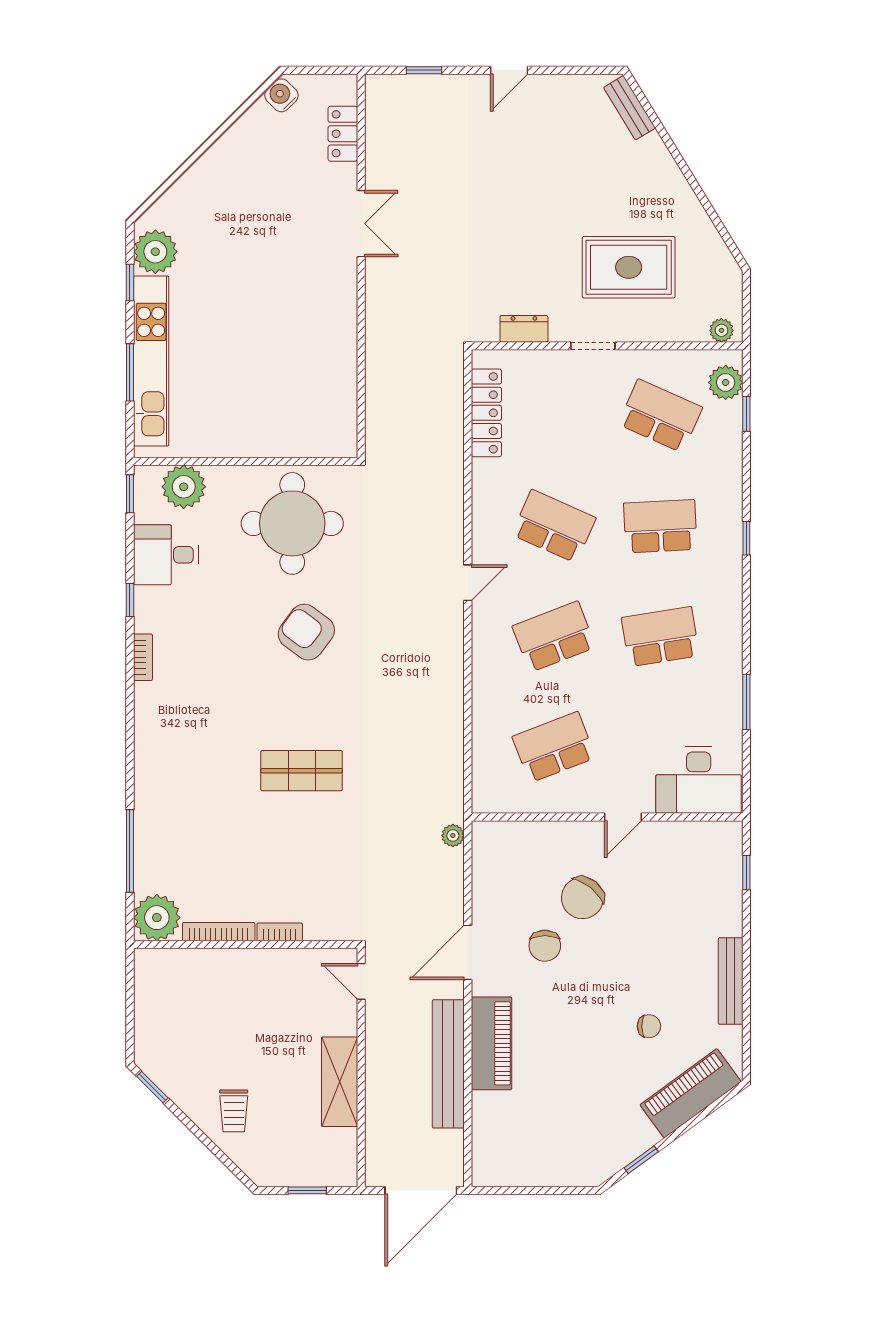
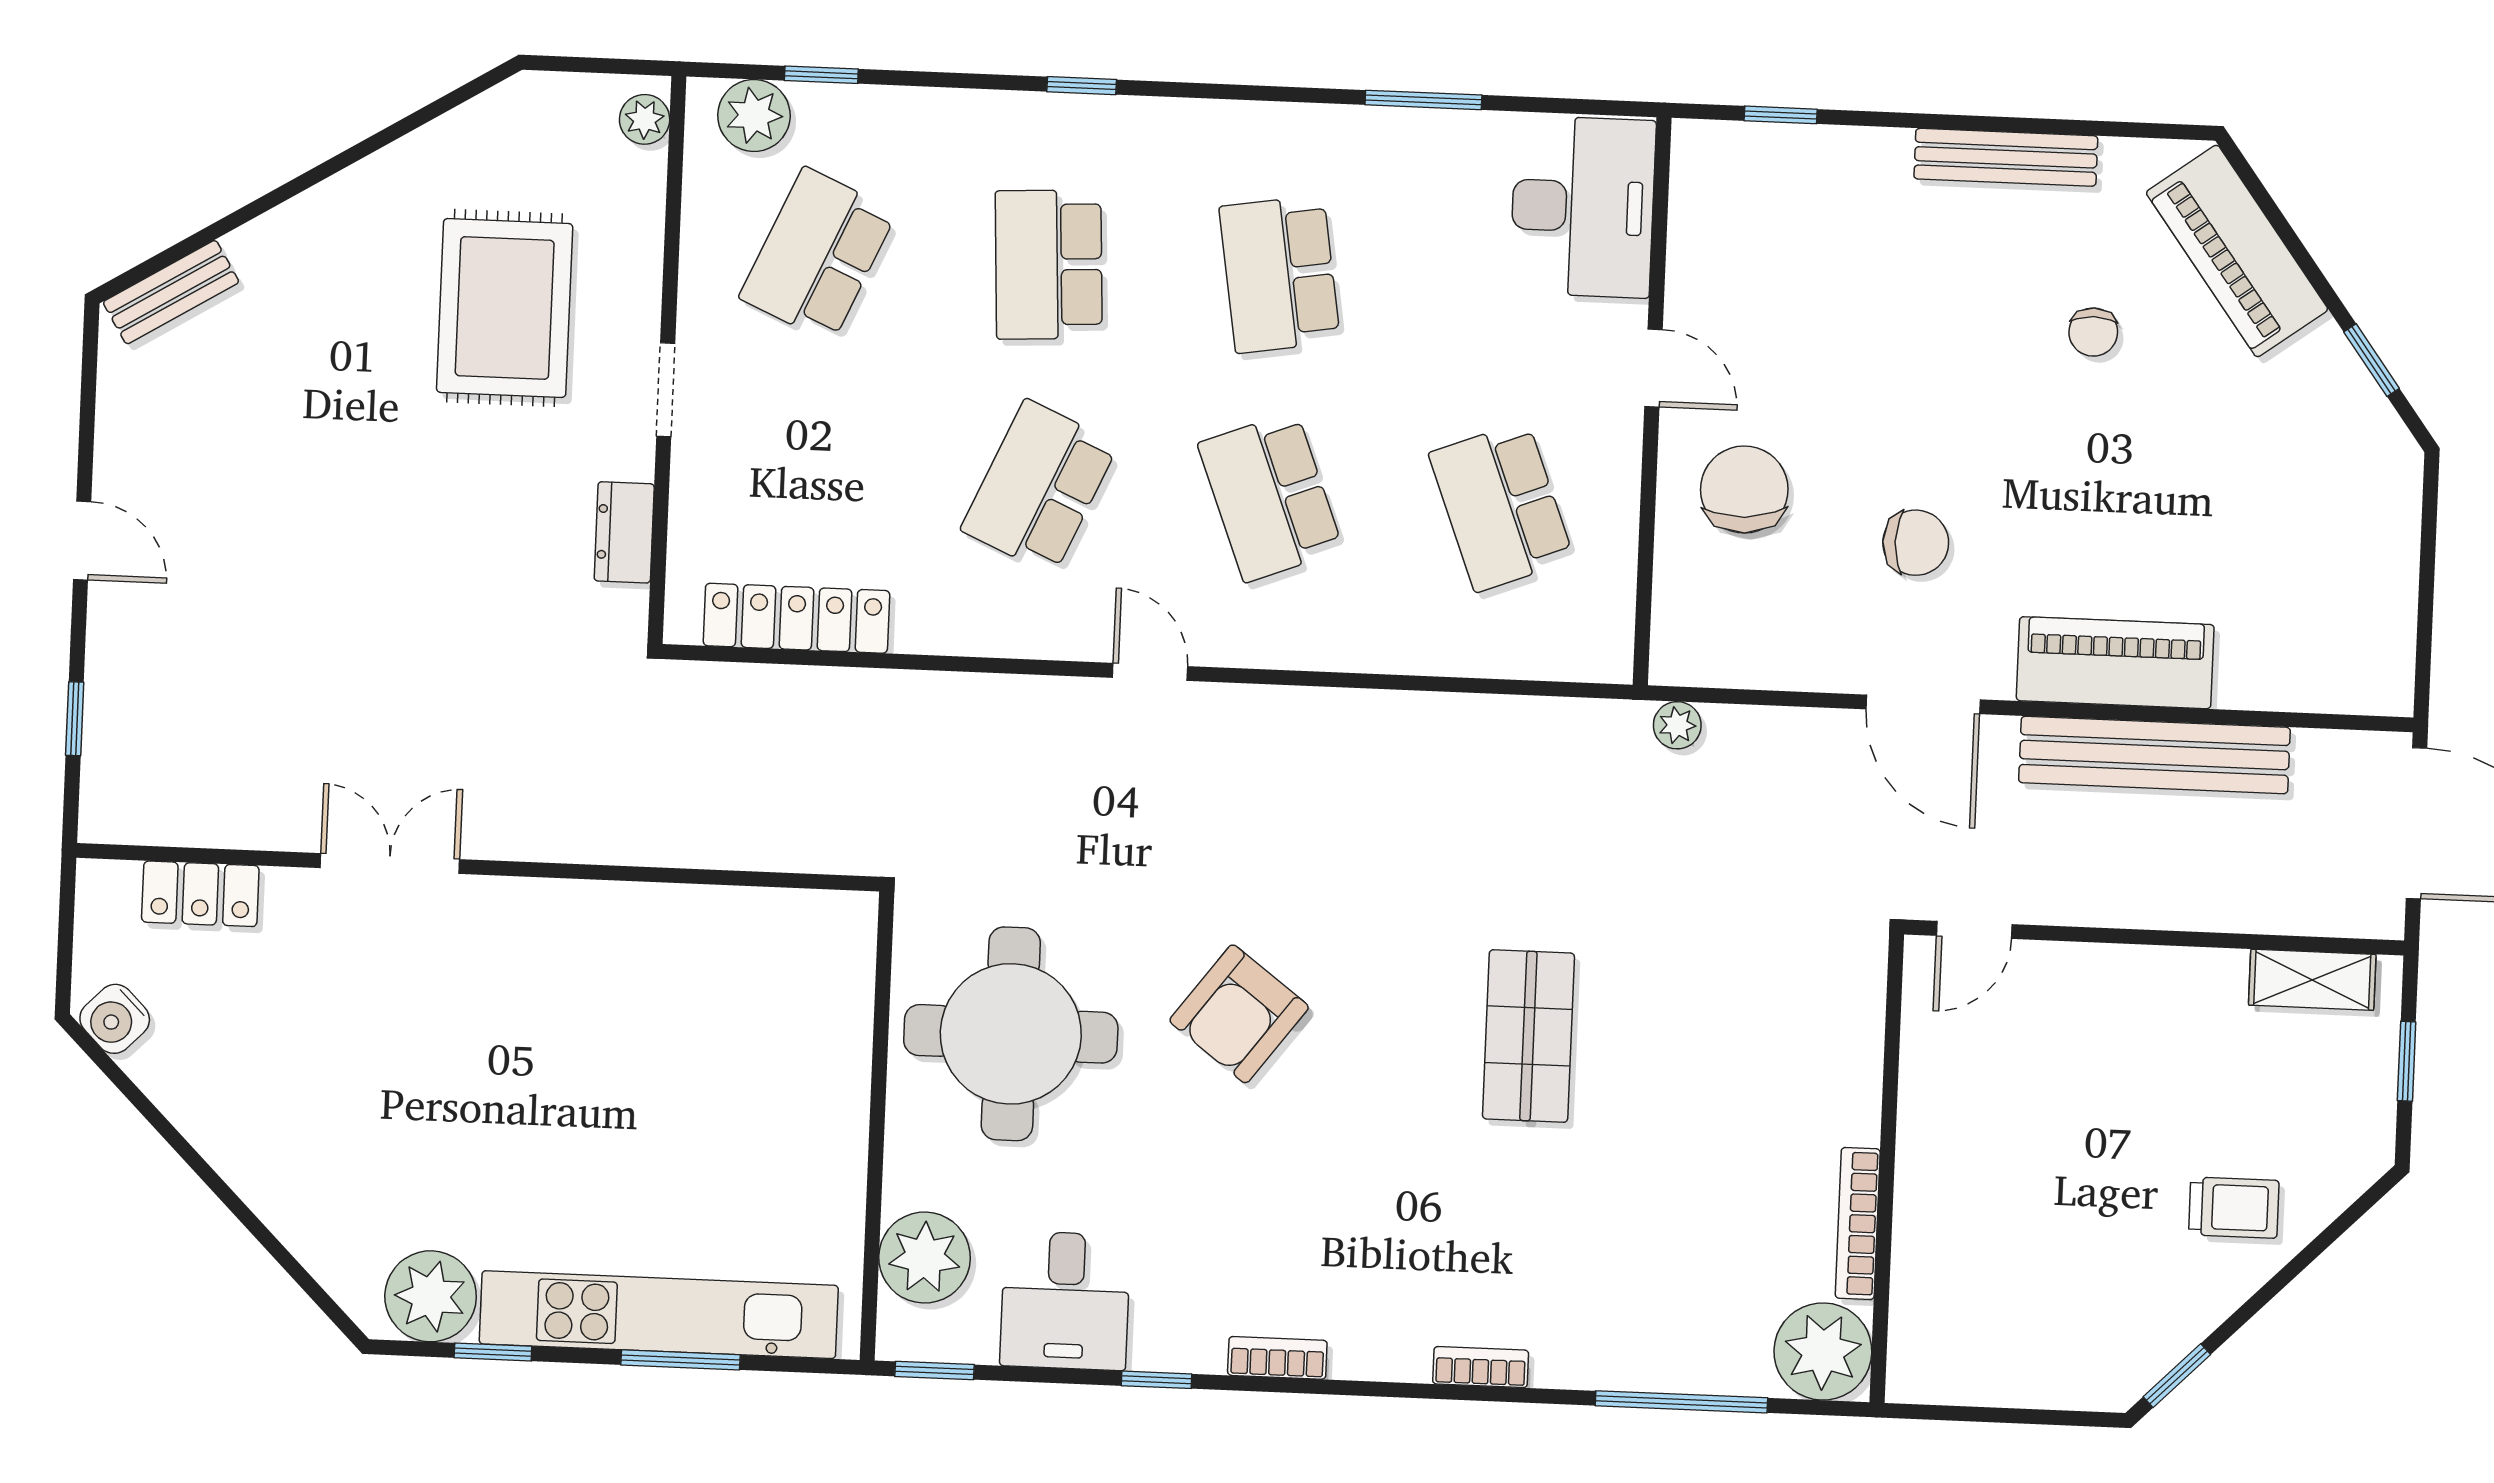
chair: (582, 898) -> (1744, 489), moved, turned -132
bookcase: (280, 932) -> (1481, 1367), moved, turned 90
chair: (649, 1026) -> (2093, 332), turned 180
shelving: (340, 1082) -> (2312, 980), moved, width x0.67, depth x0.75

